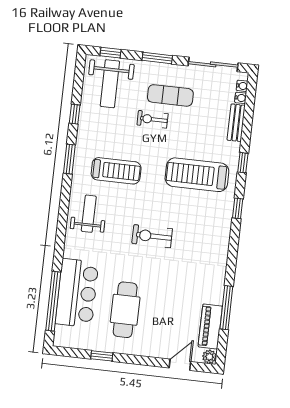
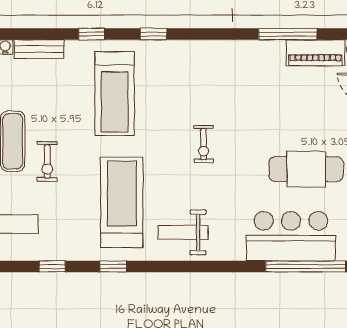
window: (69, 159) -> (113, 266), width x0.67
treadmill: (116, 171) -> (122, 202), width x1.37, depth x1.38
exercise bike: (152, 236) -> (204, 144), width x0.73, depth x0.72

